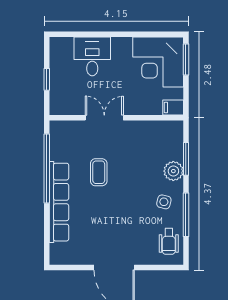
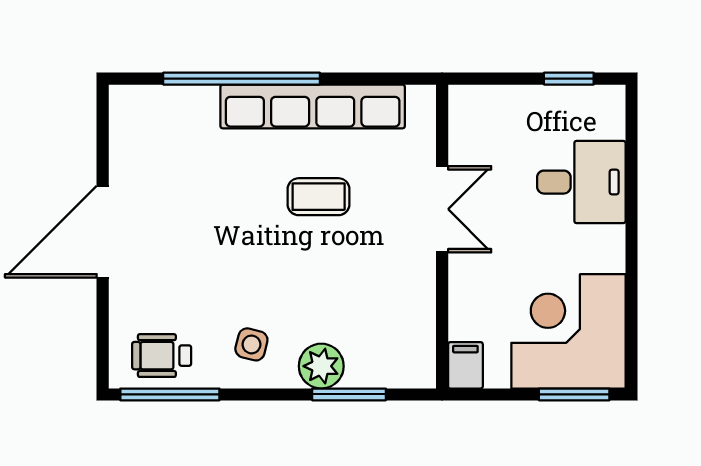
window: (47, 79) -> (569, 79), moved
window: (47, 169) -> (242, 79), moved
row of seats: (59, 202) -> (313, 106), moved
window: (186, 215) -> (170, 394), moved

